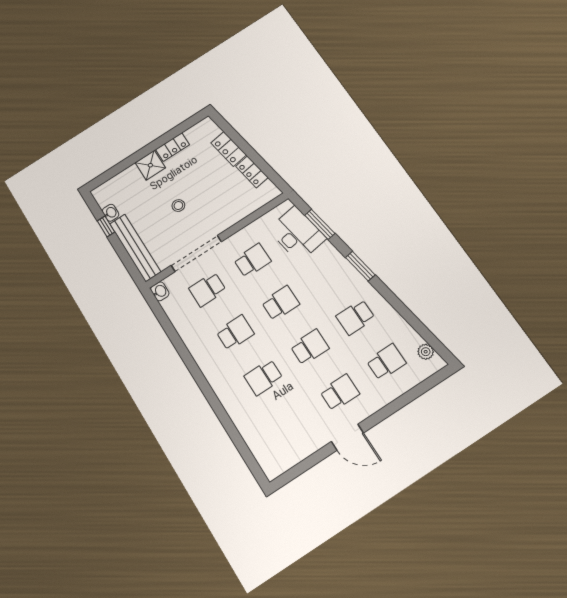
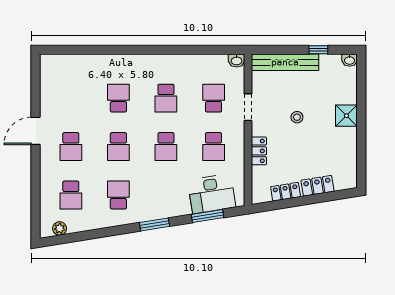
locker: (173, 147) -> (259, 151), moved, turned 180
washbasin: (111, 213) -> (350, 60), moved
doorway: (196, 254) -> (248, 107), width x0.53

